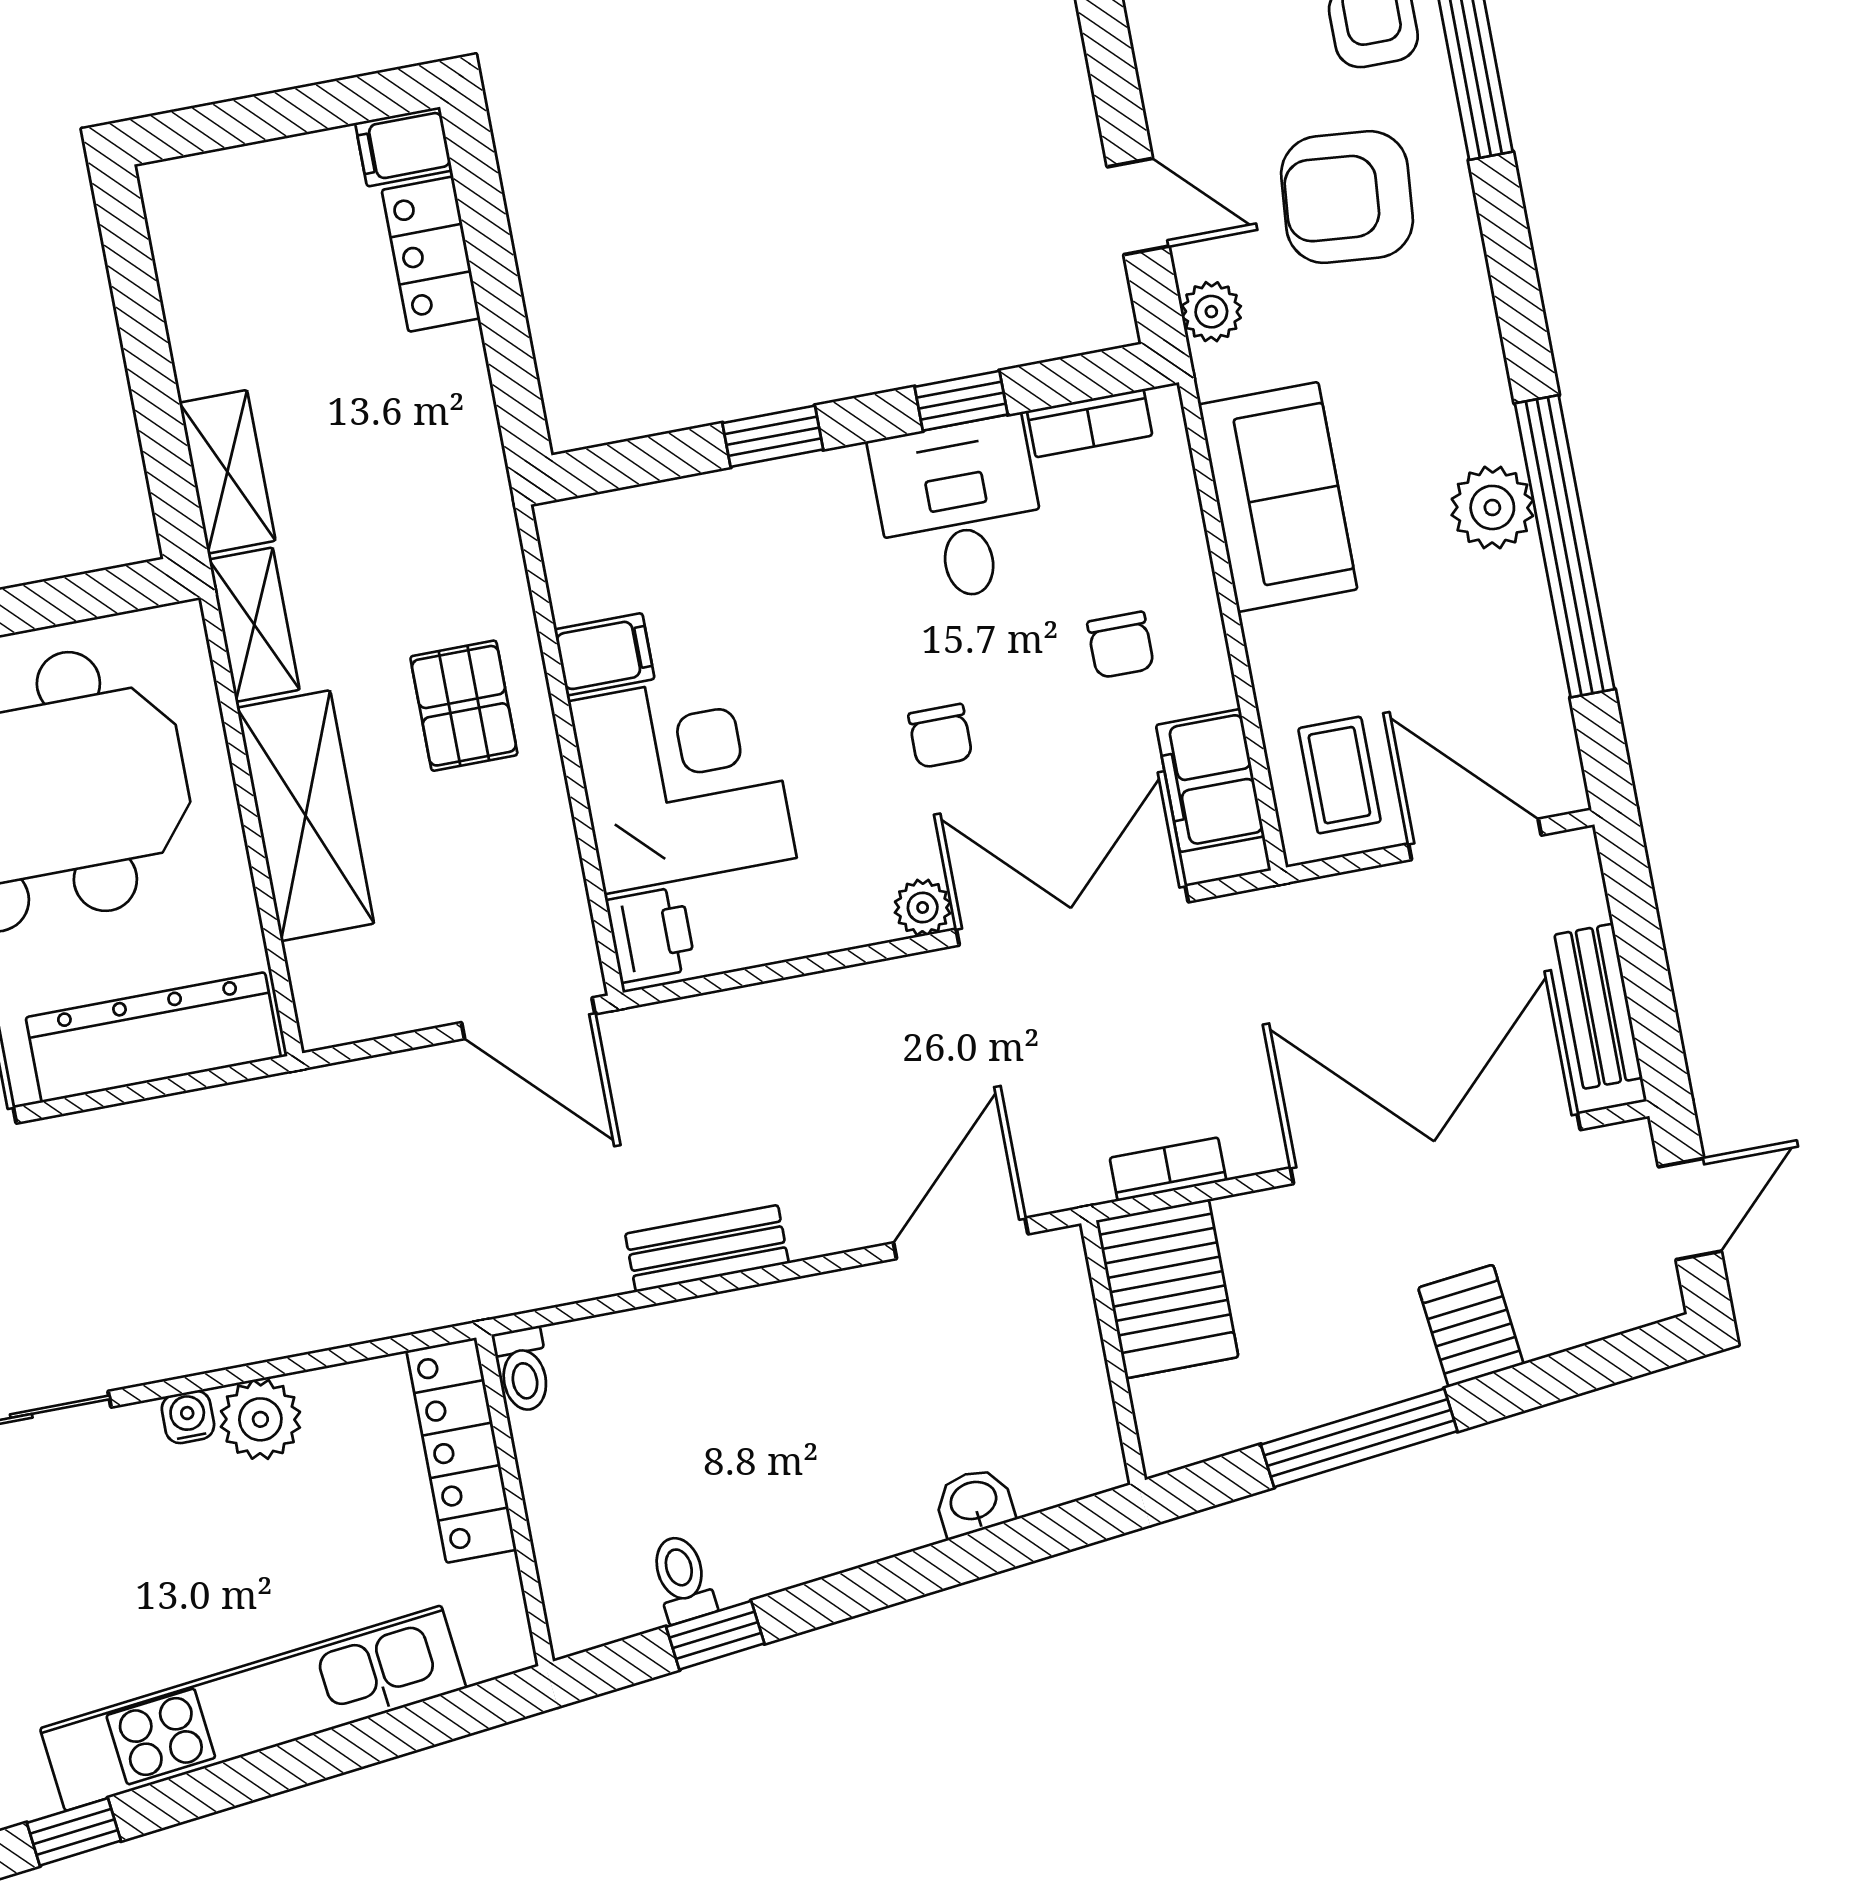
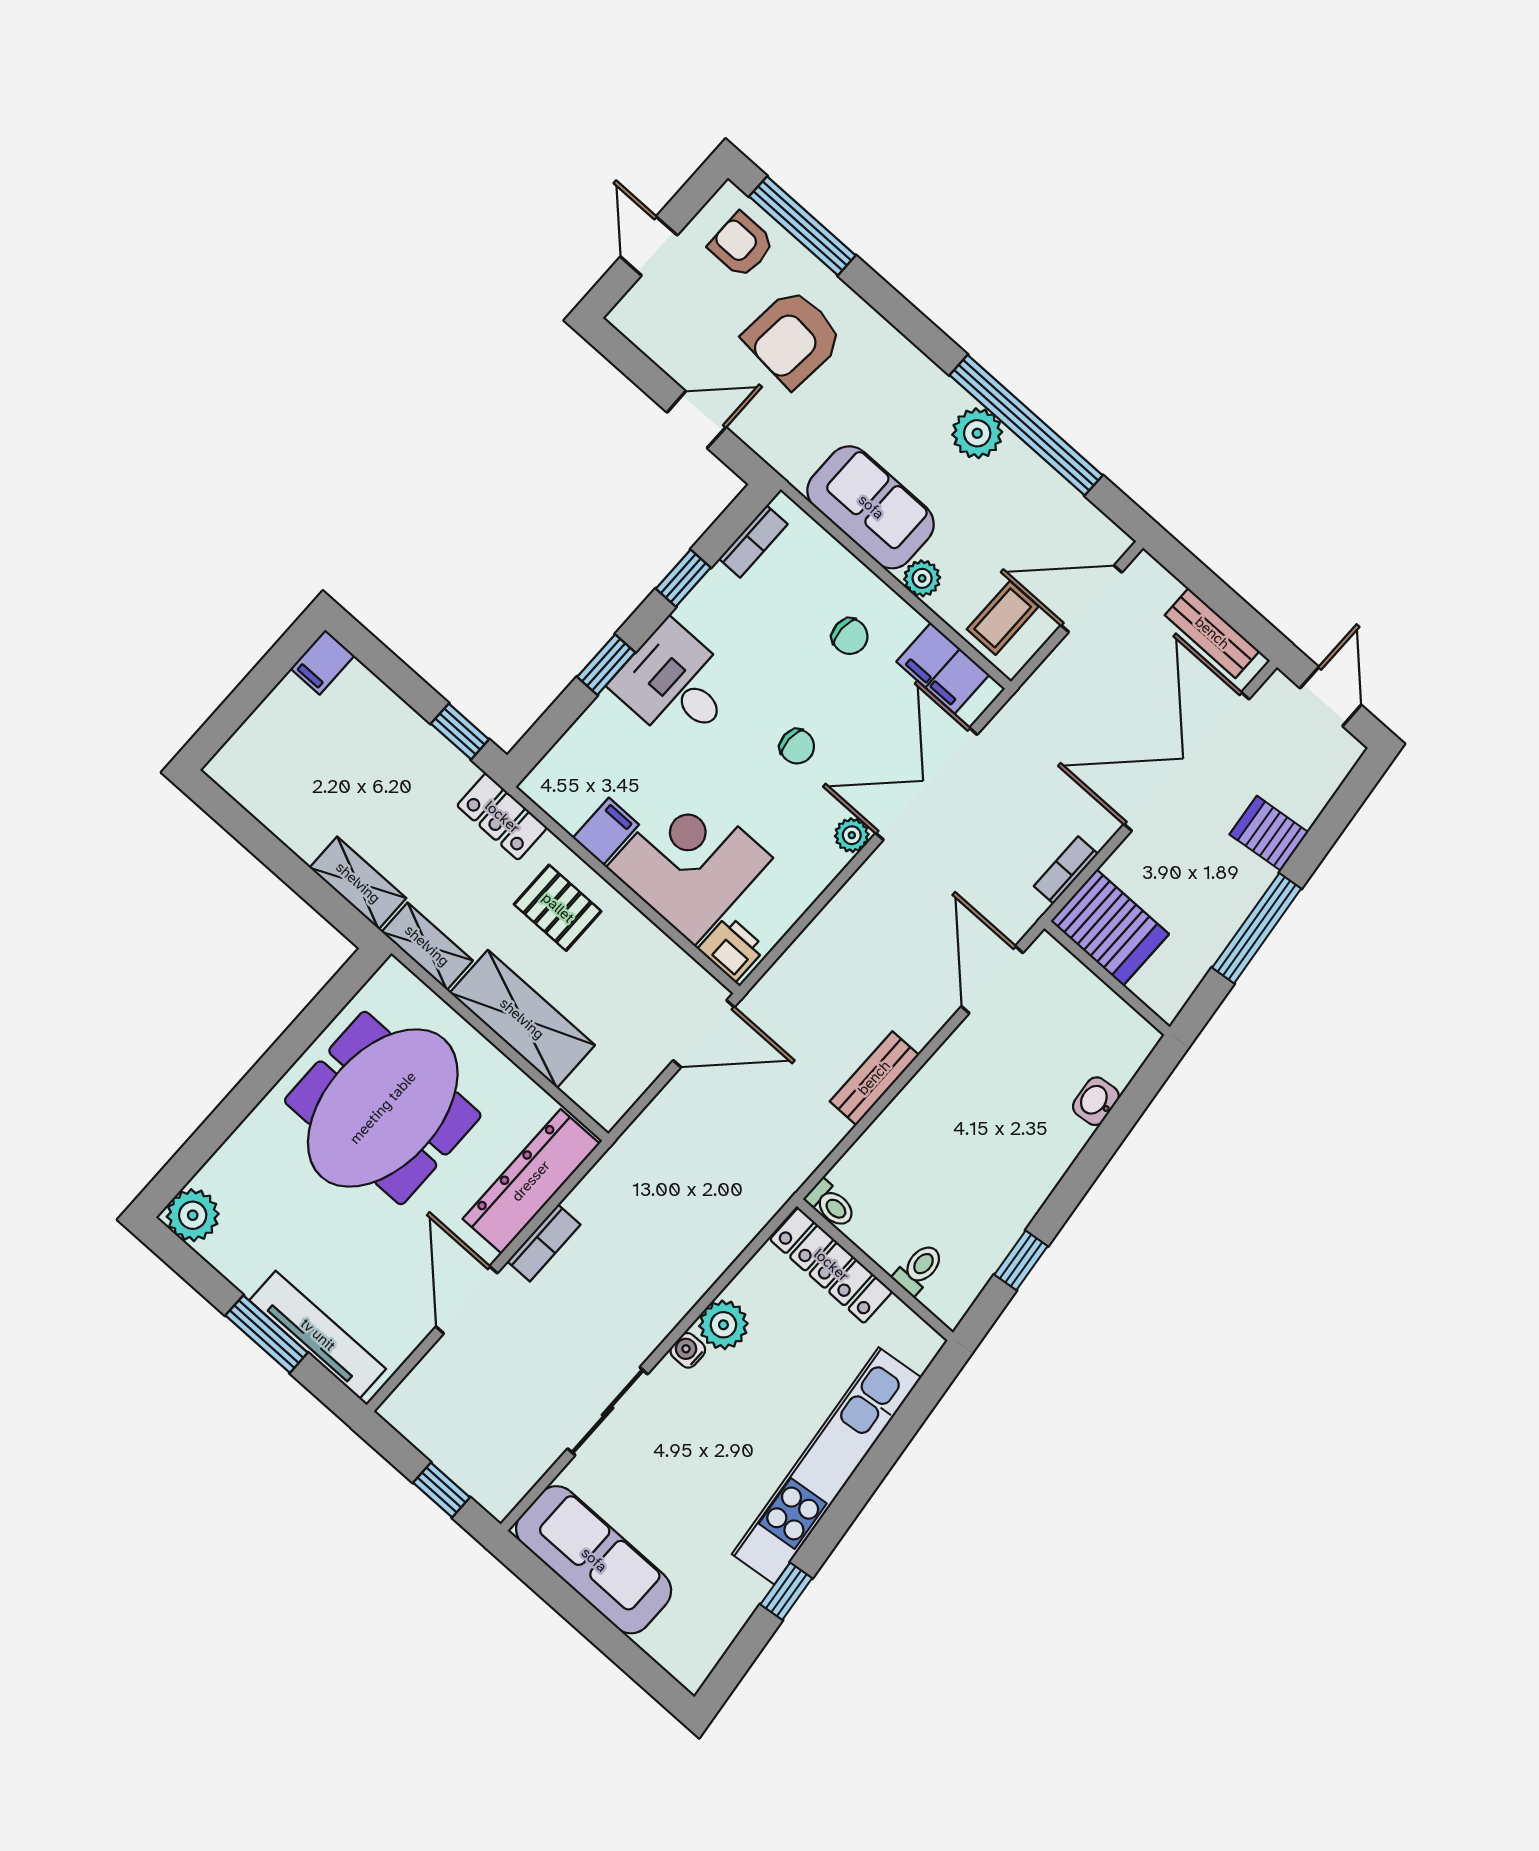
locker: (431, 254) -> (502, 817), moved
plant: (1211, 312) -> (922, 578), moved
window: (514, 376) -> (460, 732), added
desk: (959, 510) -> (675, 684), moved
coffee table: (1339, 775) -> (1003, 618), turned 90
bookcase: (108, 1131) -> (544, 1243), added
toilet: (682, 1579) -> (919, 1269), moved, turned 96

